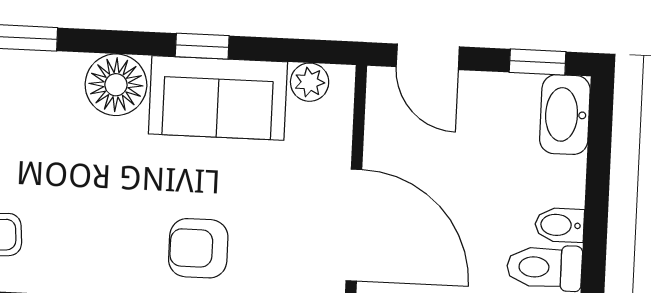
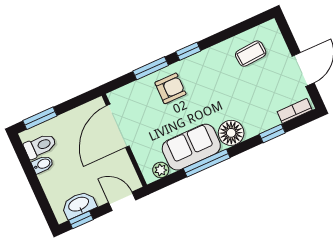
window: (202, 46) -> (207, 163), width x2.17
washbasin: (565, 115) -> (79, 205), moved, turned -90
door: (354, 225) -> (118, 126), hinge flipped

